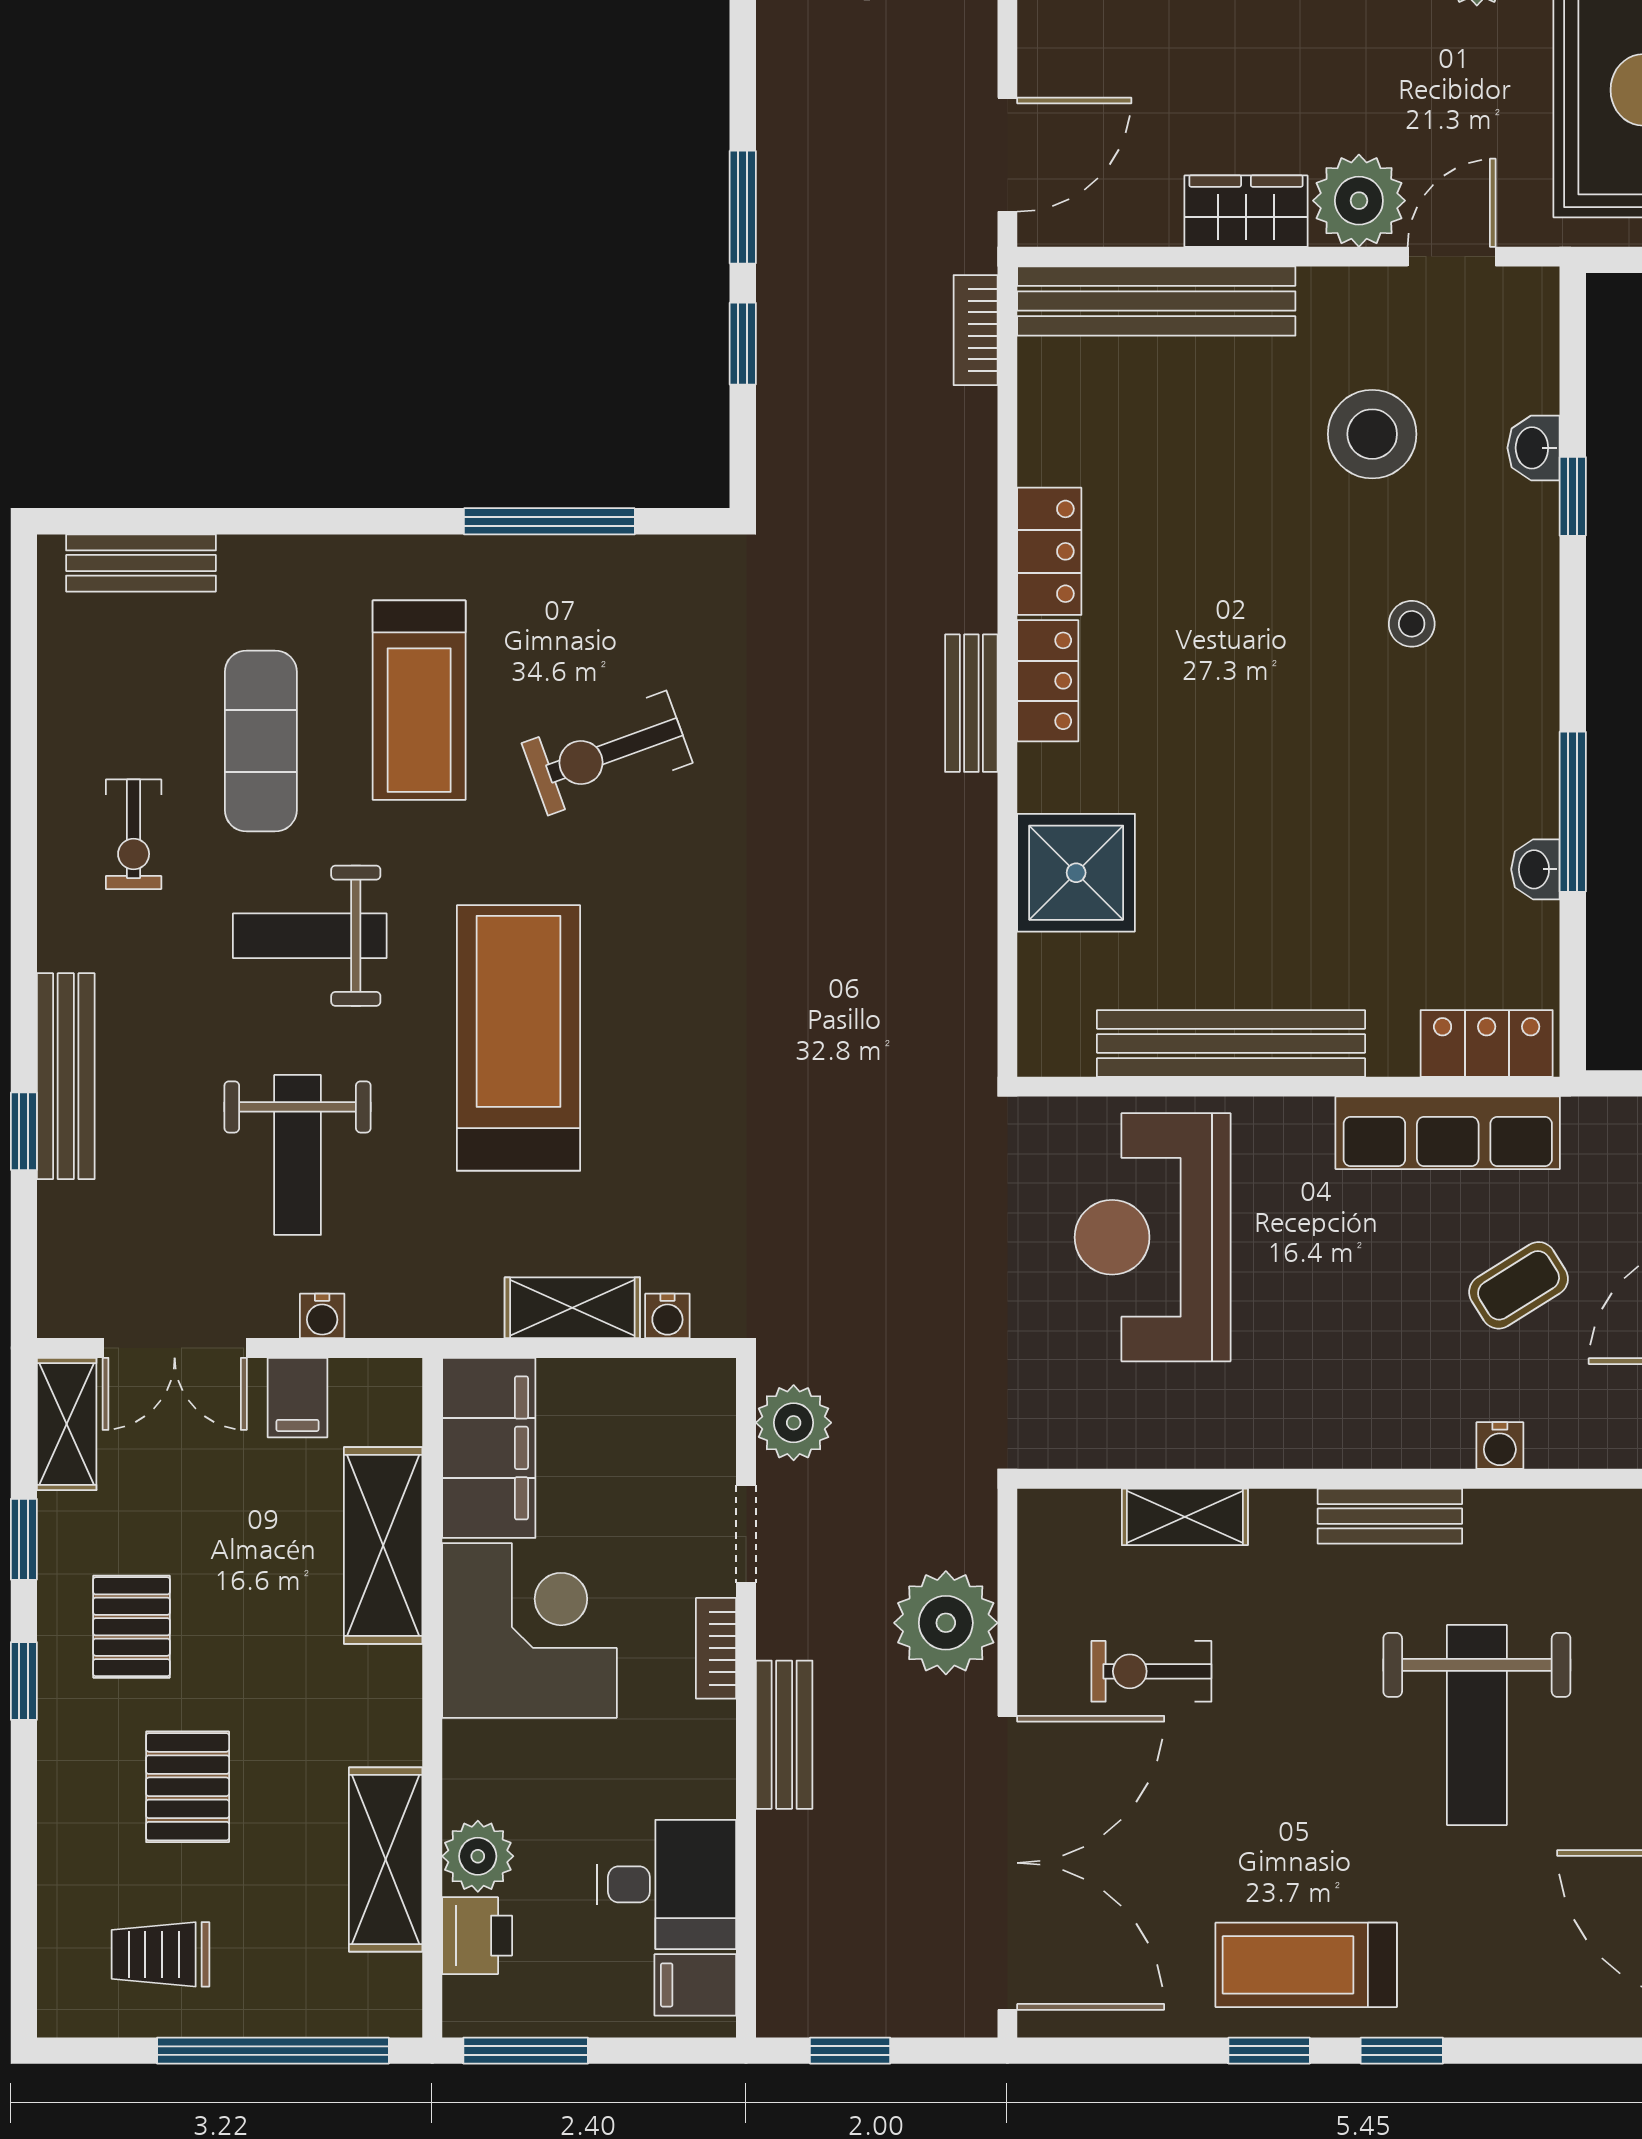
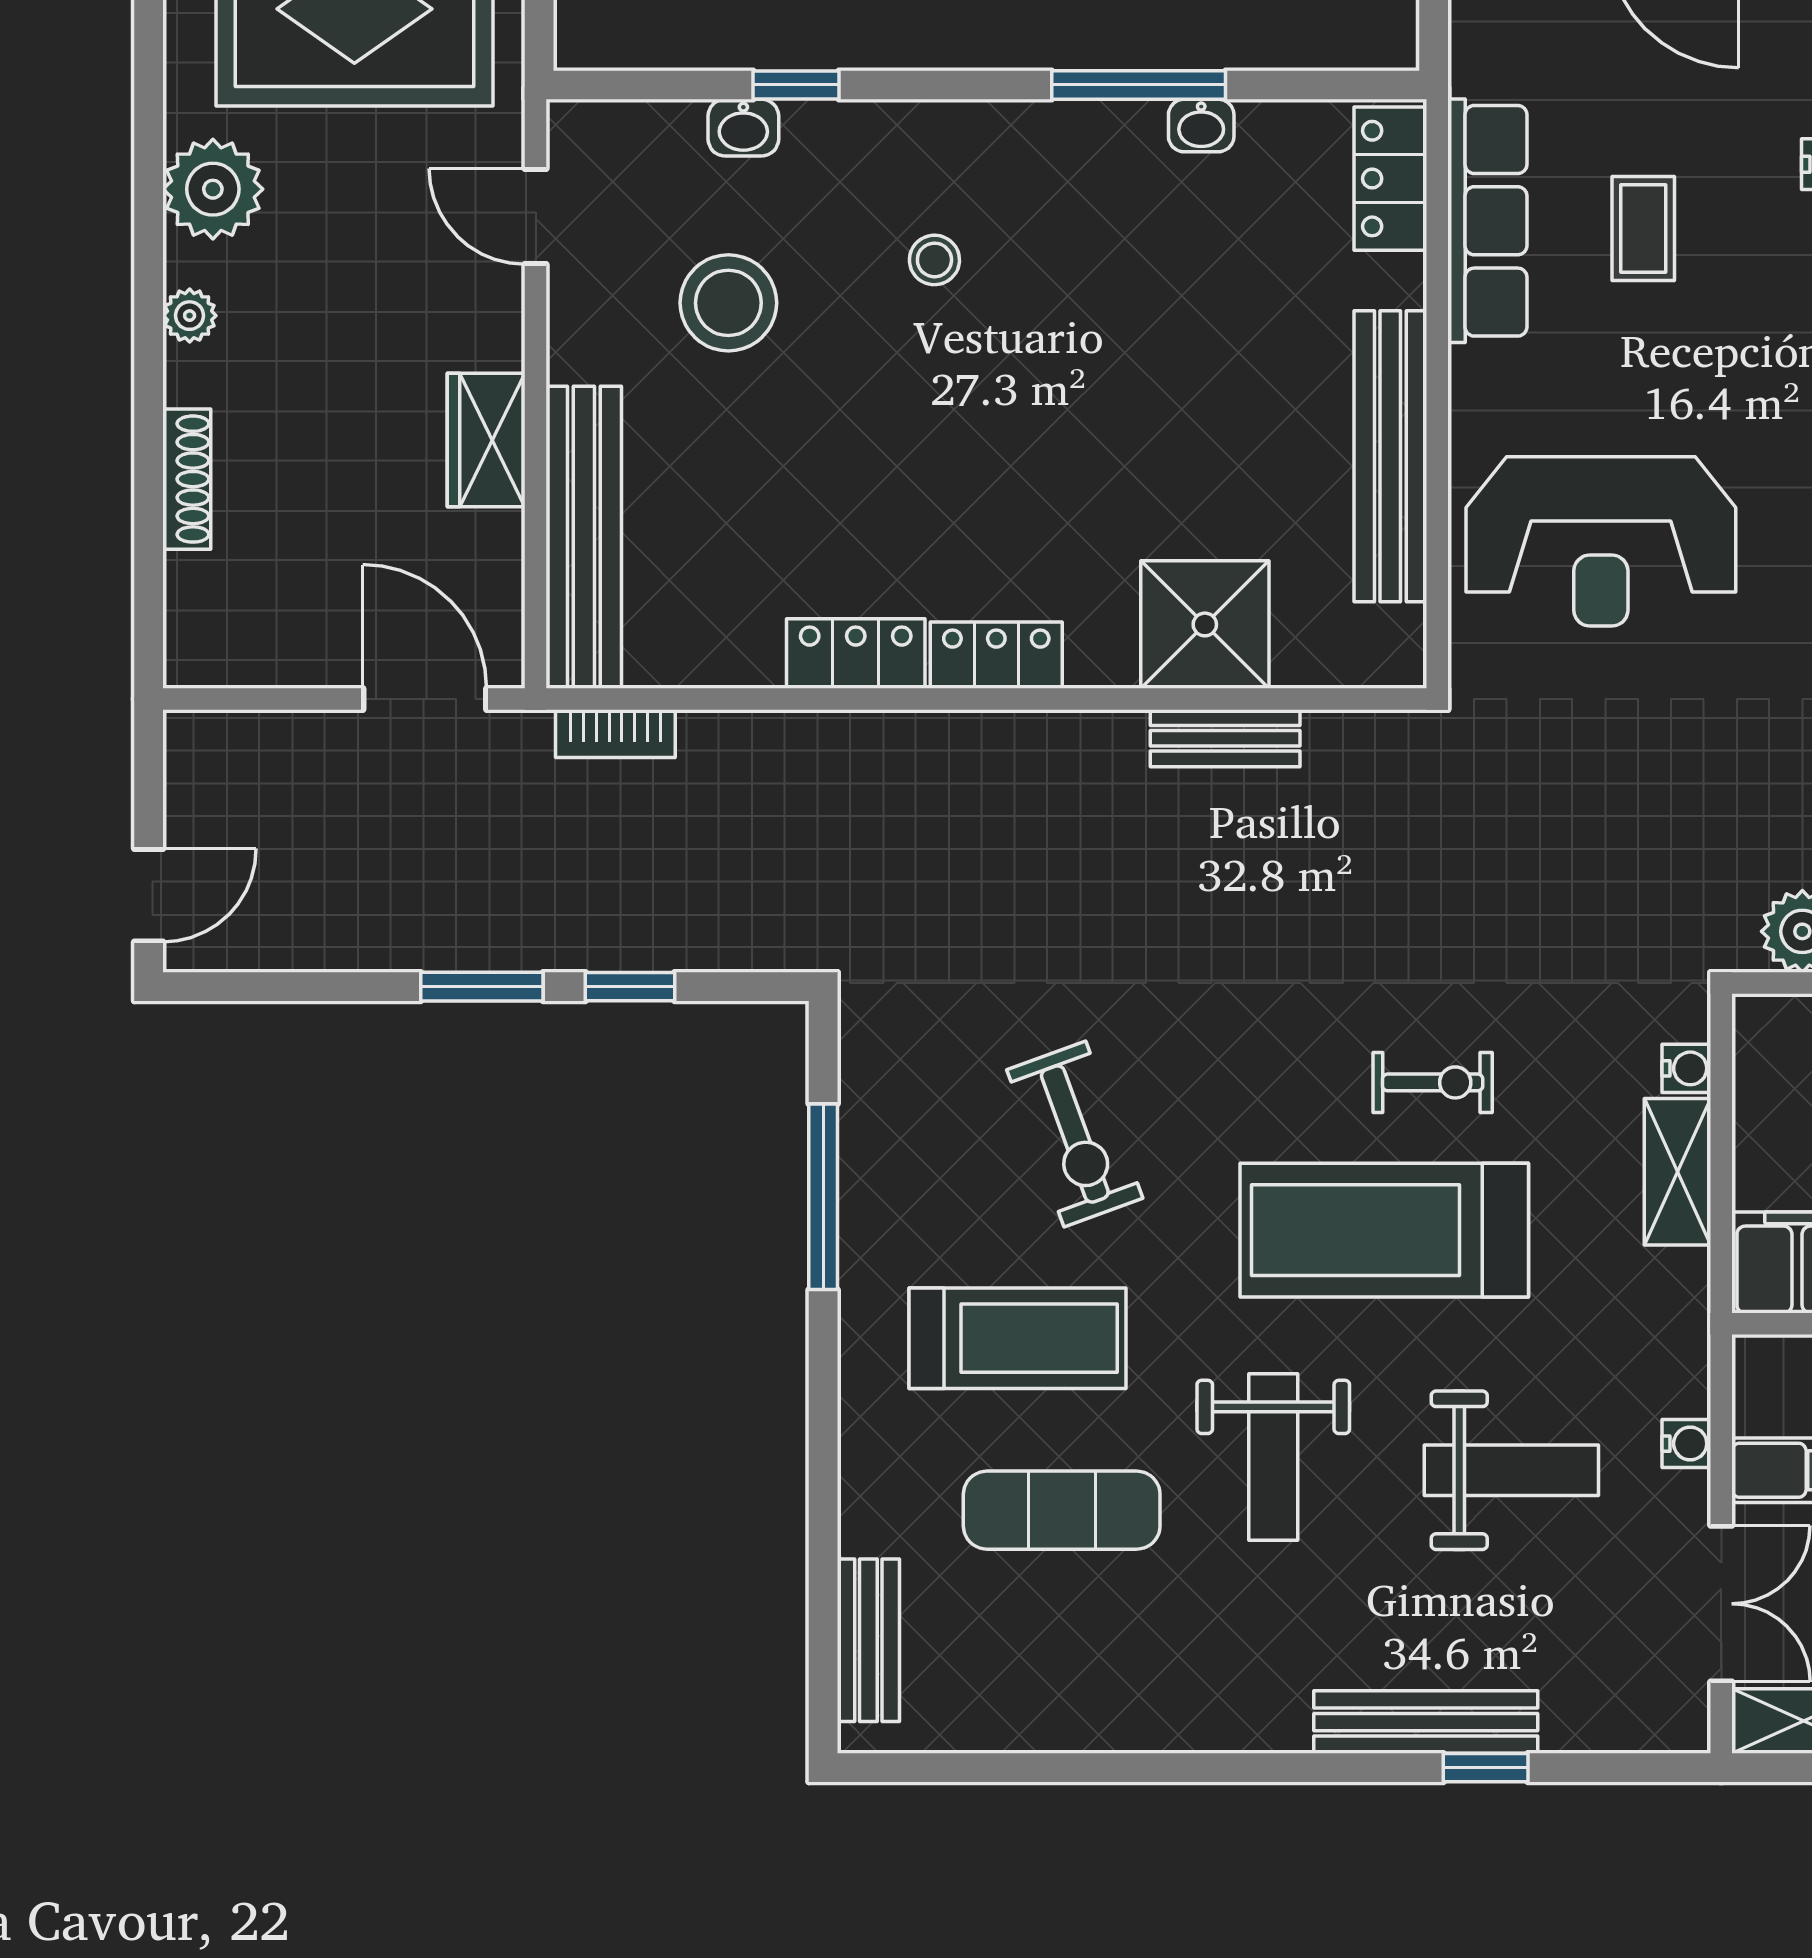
plant: (1359, 201) -> (475, 317), removed
bench: (971, 703) -> (1225, 738), moved
exercise bike: (134, 834) -> (1433, 1082), moved
coffee table: (1519, 1285) -> (1643, 229), moved, turned 32

